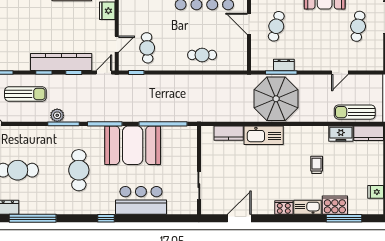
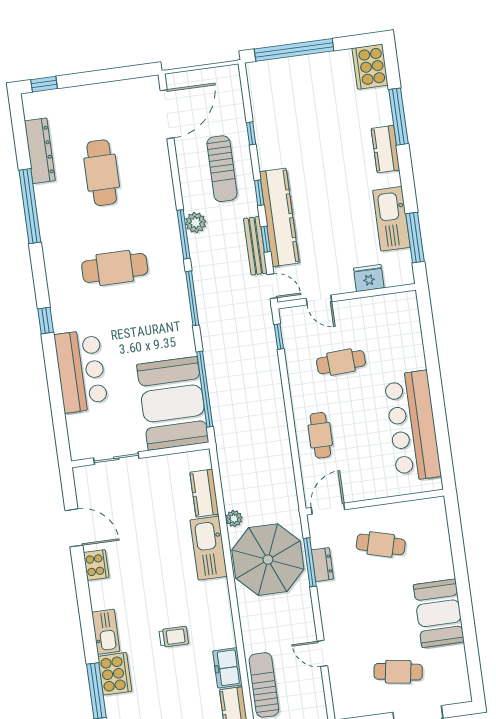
door: (249, 24) -> (328, 509), moved
cafe table: (147, 48) -> (341, 362), moved
bench: (77, 80) -> (255, 246), added
plant: (247, 117) -> (234, 519), added
booth: (133, 145) -> (173, 403), moved
cooker: (284, 208) -> (96, 565), moved

